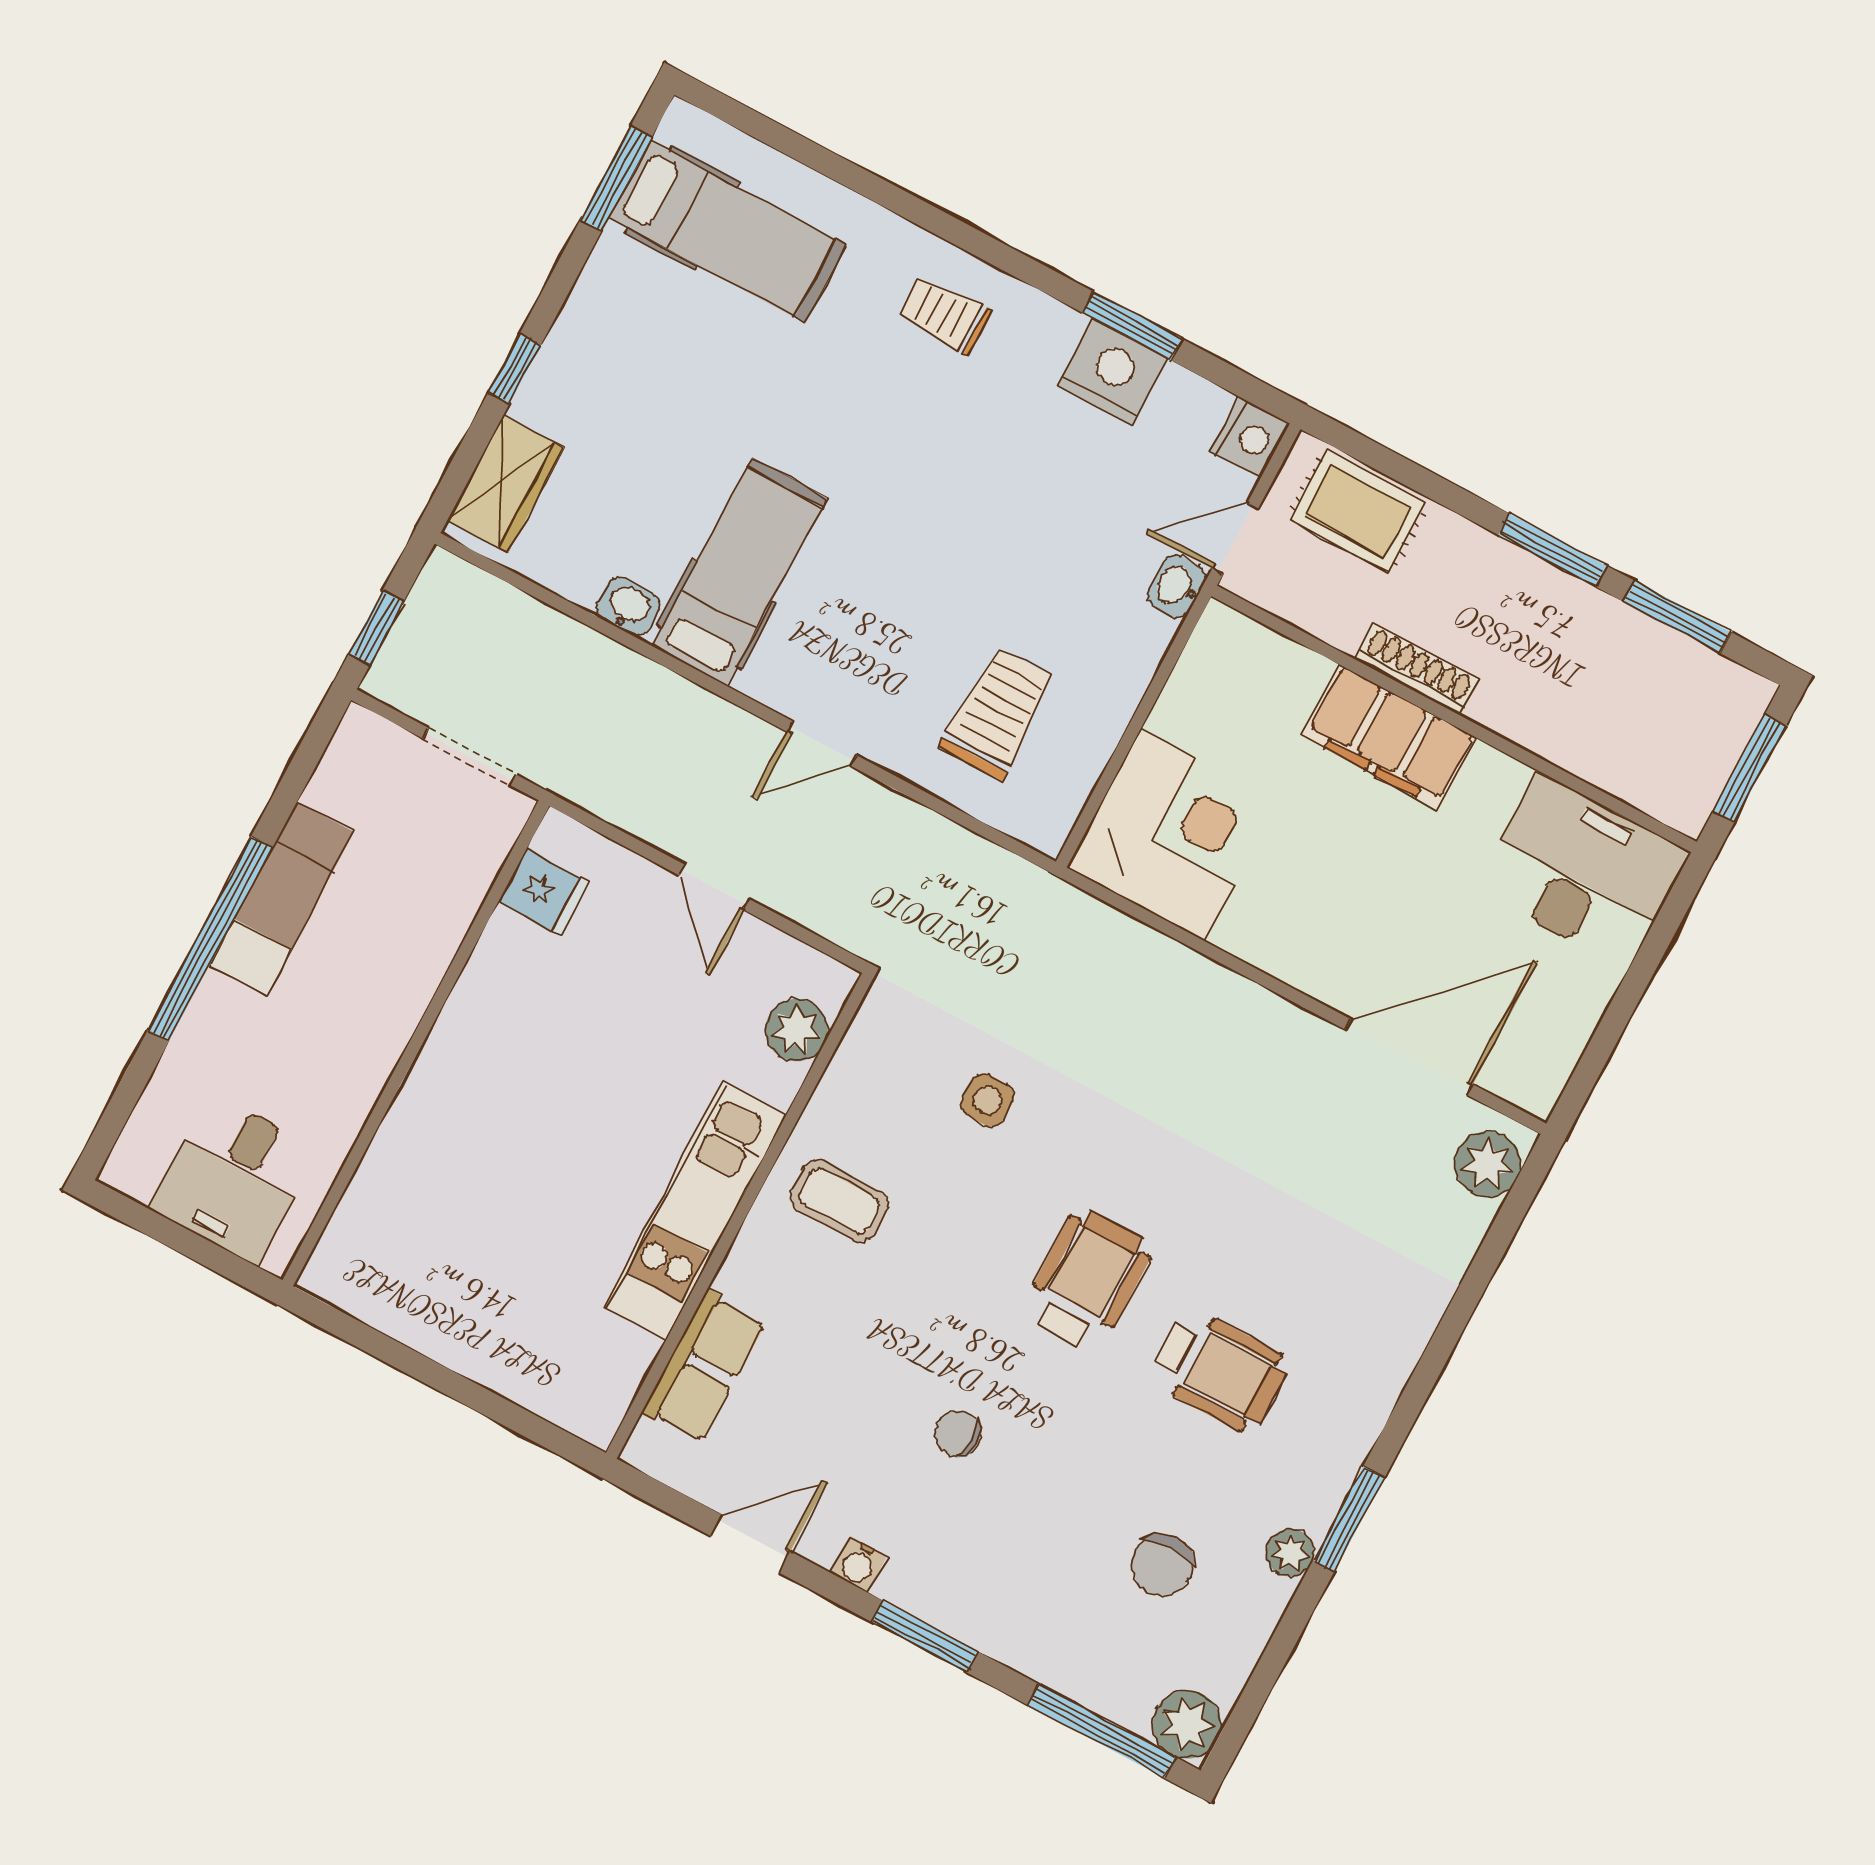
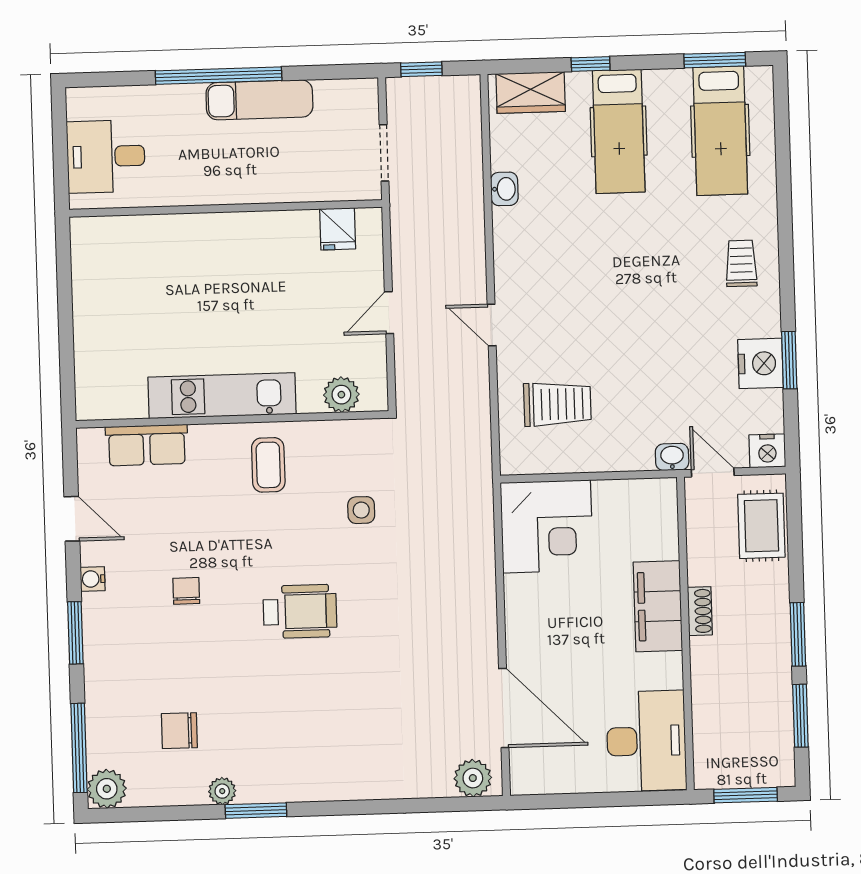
hospital bed: (739, 572) -> (619, 131), moved, turned 90
shoe rack: (1417, 669) -> (700, 611), width x0.70
wheelchair: (1219, 1370) -> (293, 703), removed

